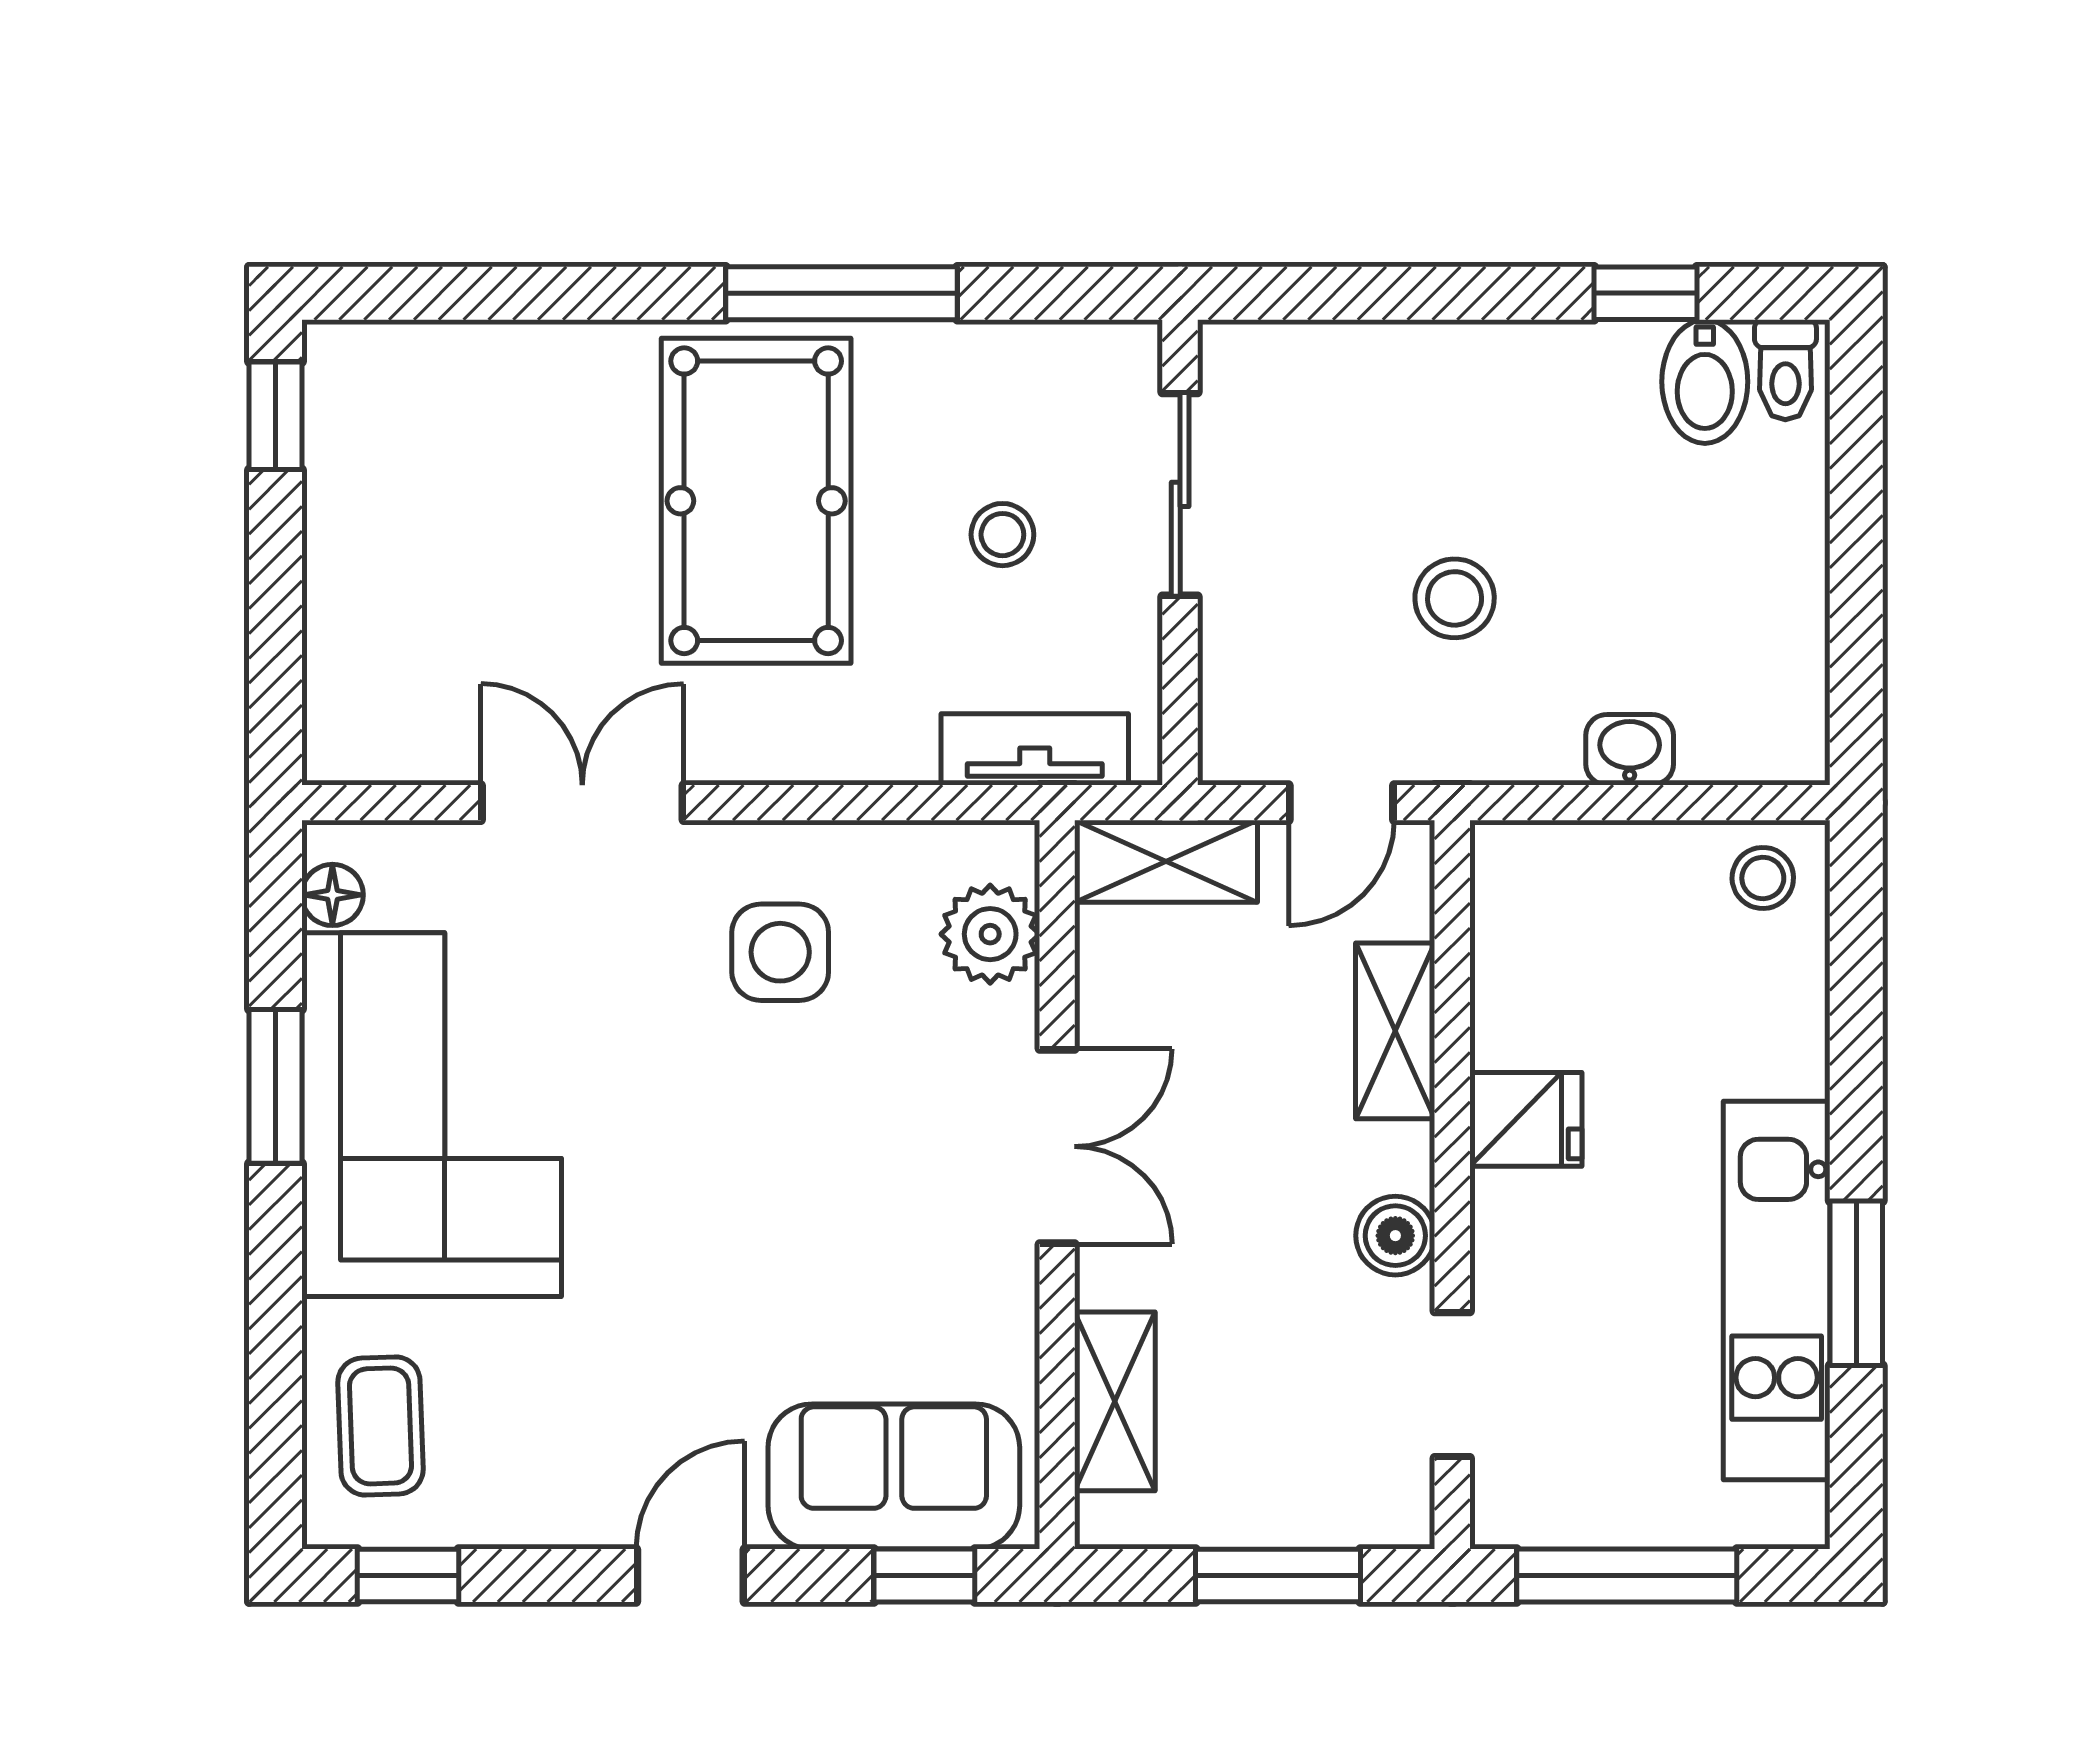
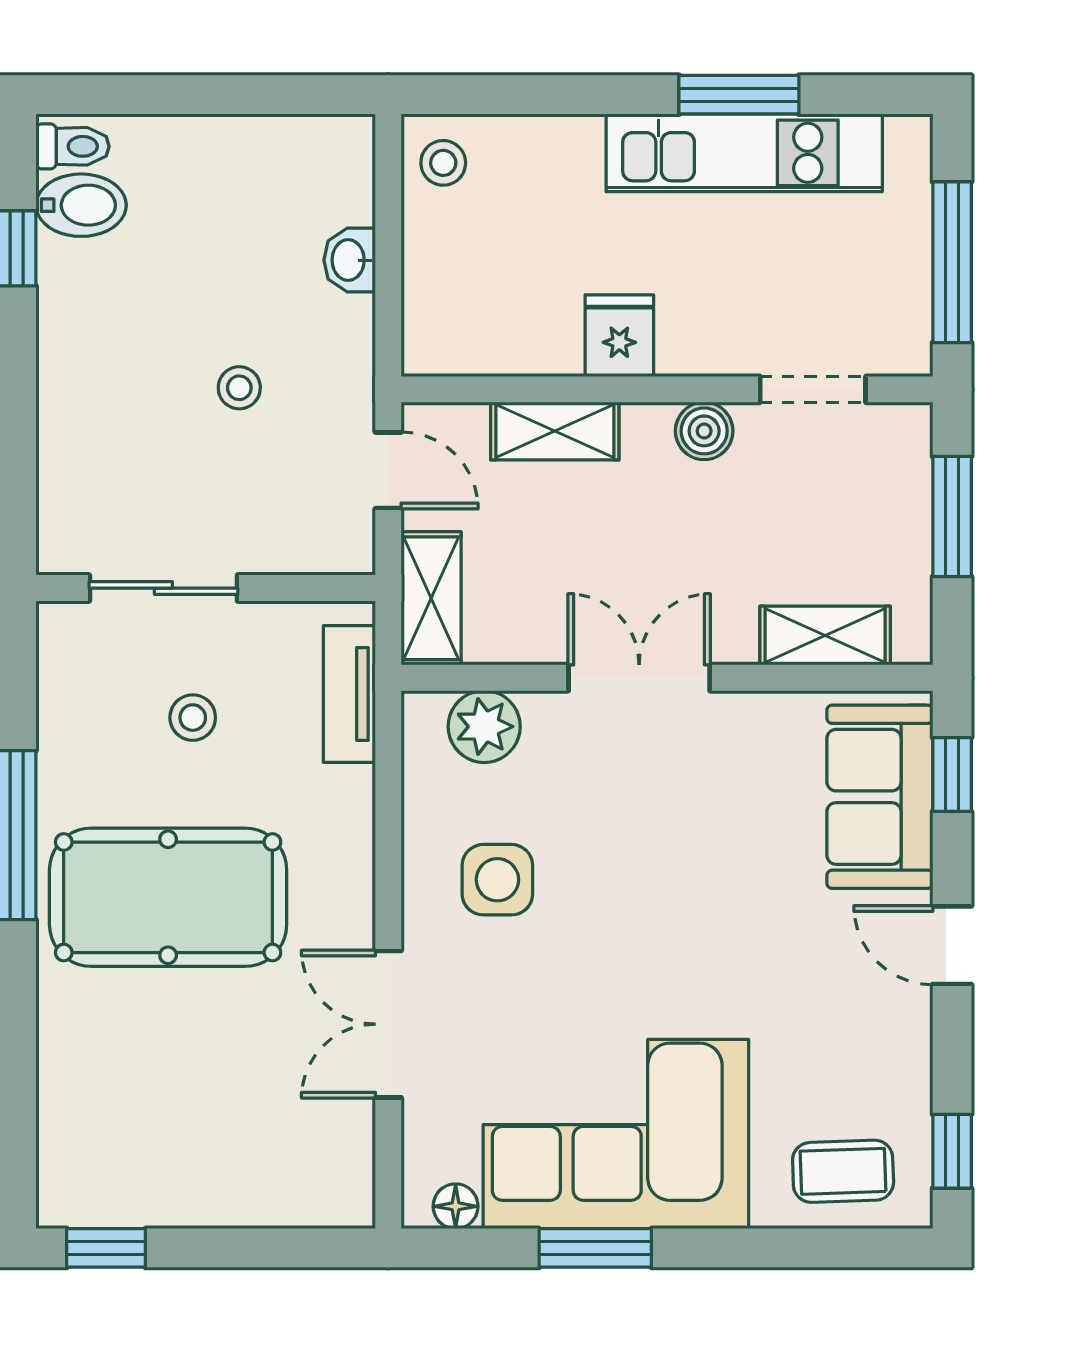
stool: (1455, 598) -> (239, 388), width x0.73, depth x0.73

